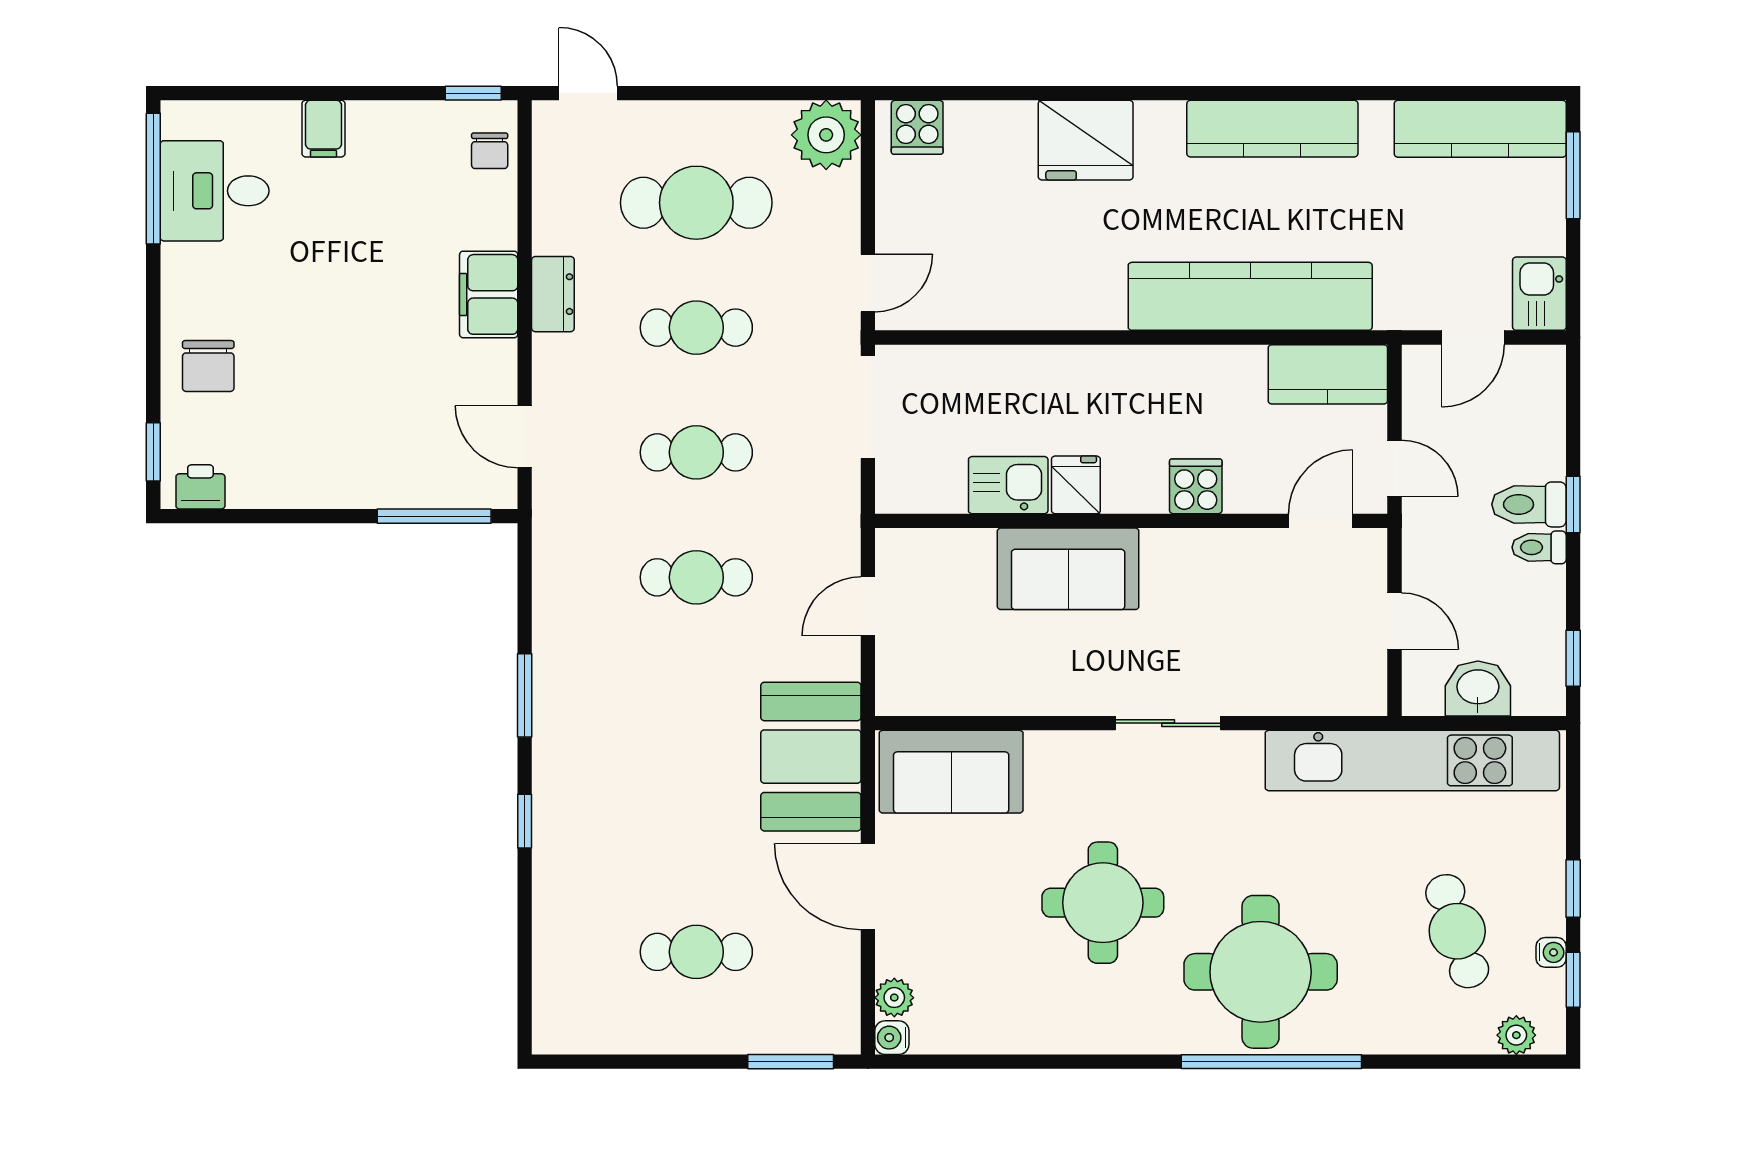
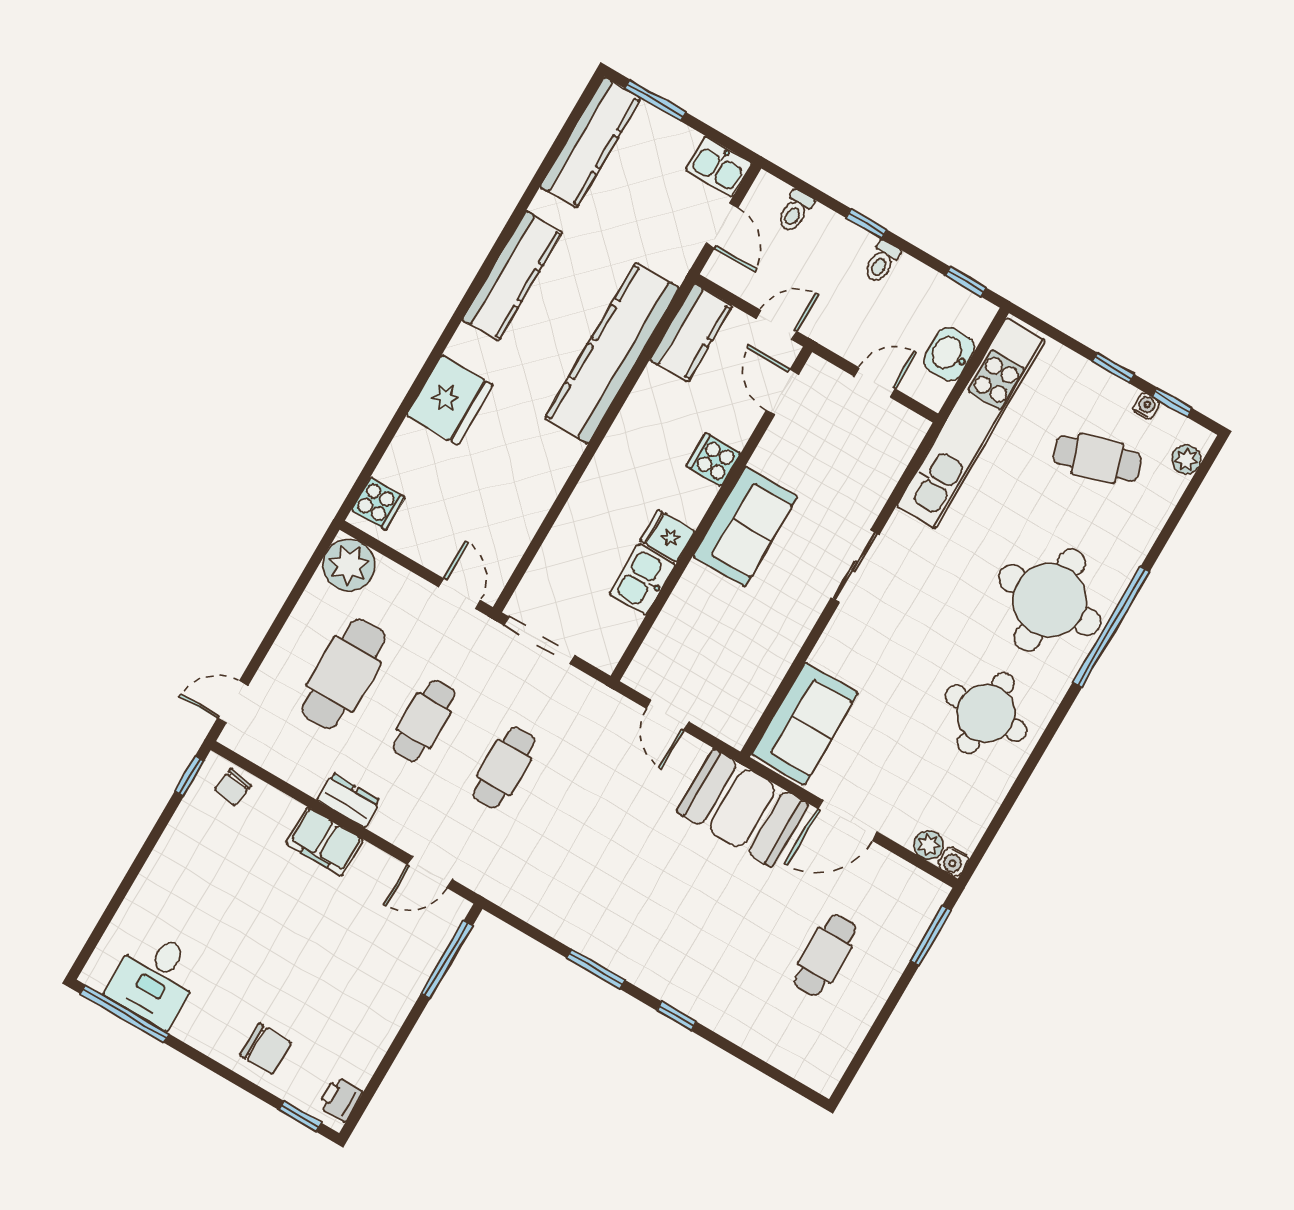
filing cabinet: (323, 129) -> (156, 886), removed
chair: (490, 151) -> (233, 787), turned 99
toilet: (1529, 504) -> (795, 211), moved, width x0.73, depth x0.72
sofa: (1068, 569) -> (745, 527), moved
cafe table: (696, 577) -> (584, 814), removed
round table: (1103, 903) -> (986, 713), moved

